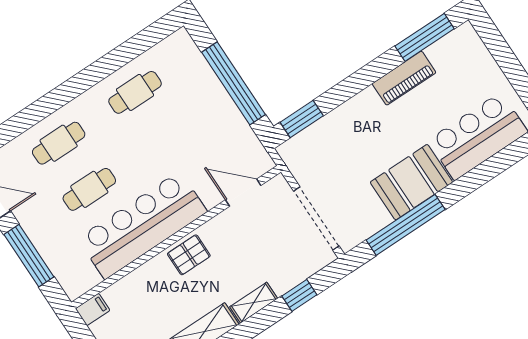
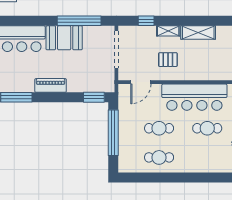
piano: (404, 78) -> (51, 85), moved
cafe table: (59, 143) -> (159, 128), moved
door: (243, 193) -> (141, 82), hinge flipped
pallet: (189, 255) -> (168, 60), moved

